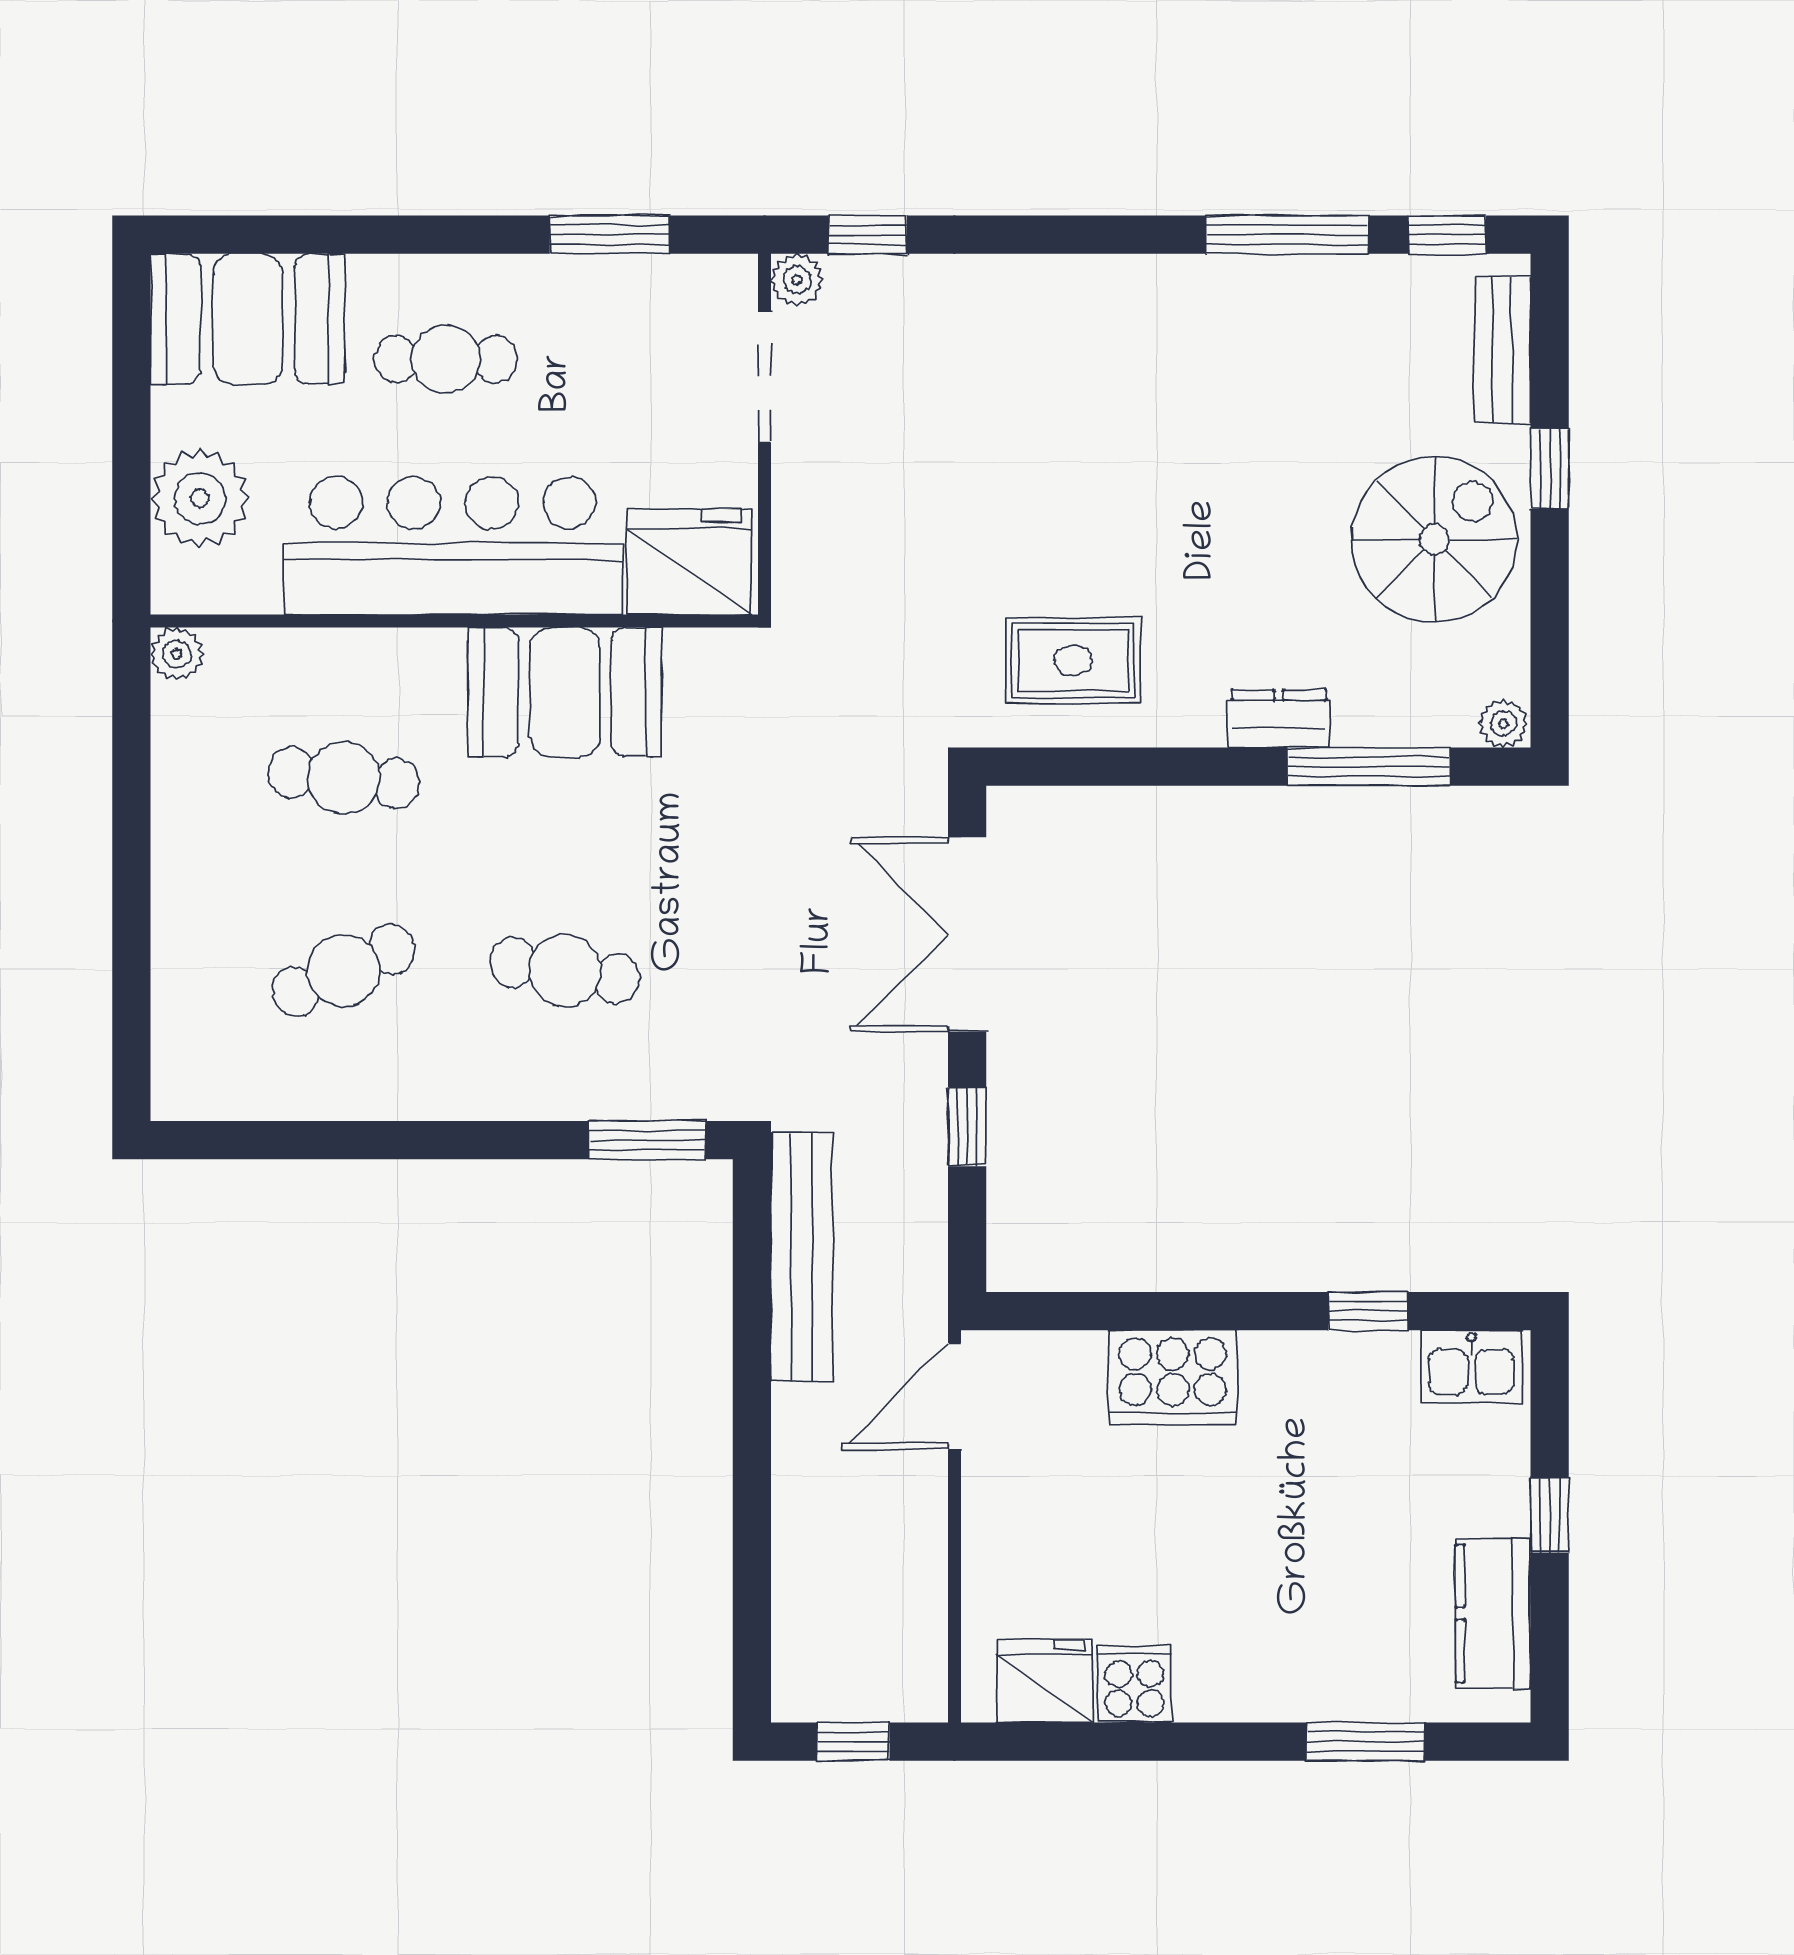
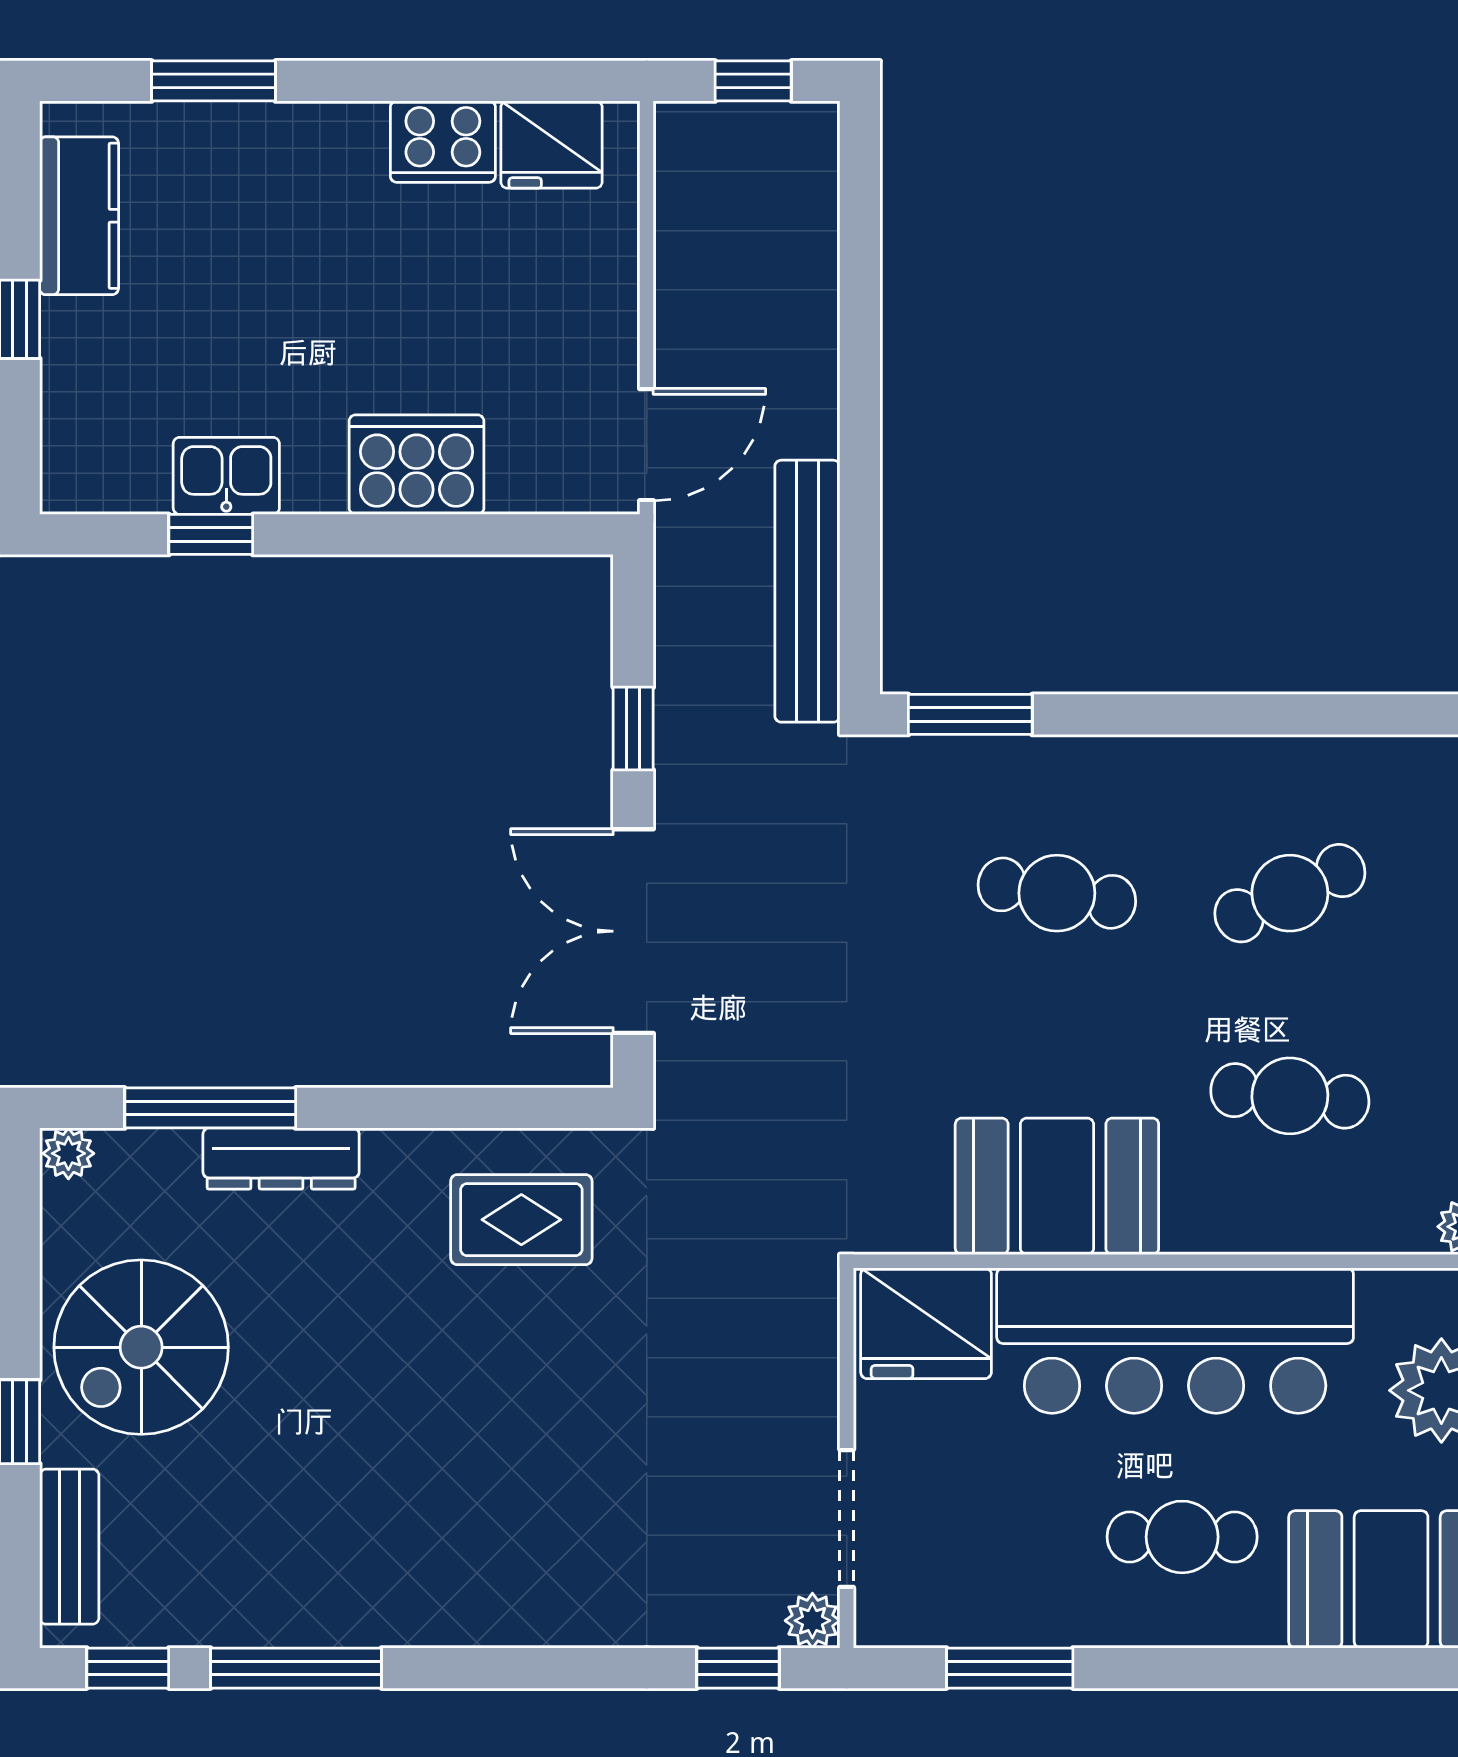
dresser: (1279, 719) -> (281, 1158), width x1.44
double door: (967, 934) -> (633, 931), swing flipped
kitchen sink: (1472, 1367) -> (226, 476), moved
cooker: (1135, 1684) -> (443, 142), width x1.36

